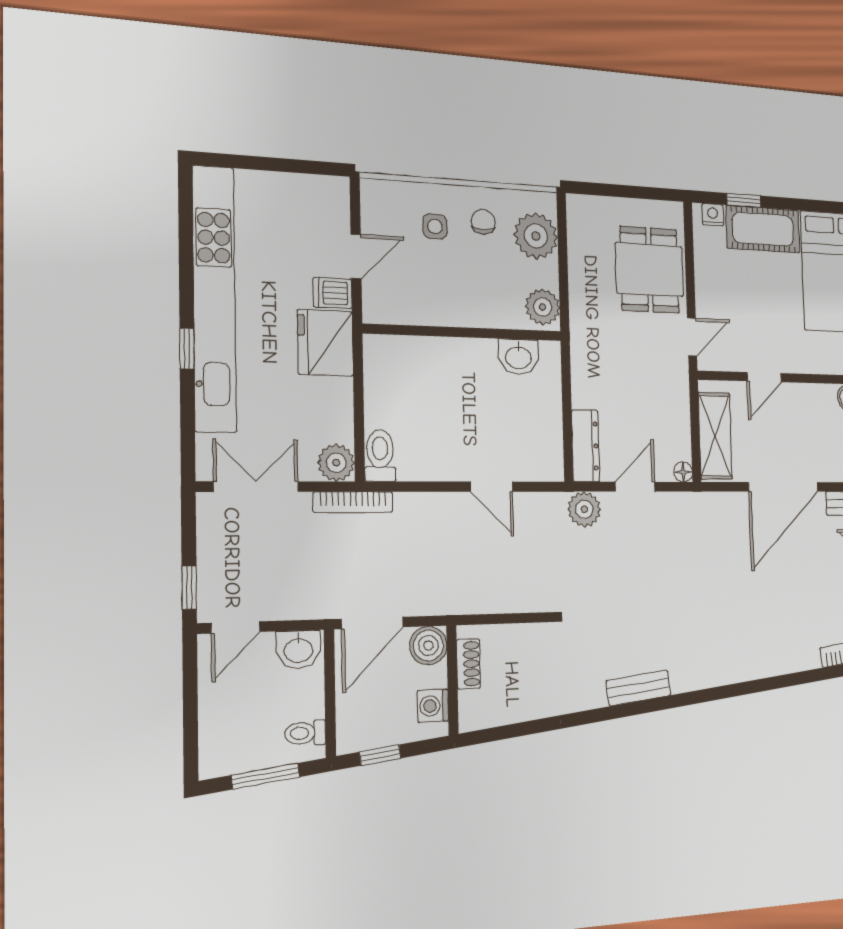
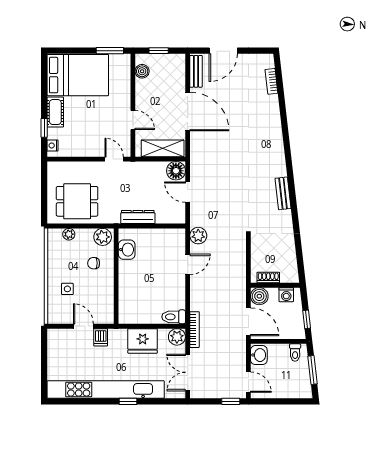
chair: (483, 222) -> (94, 263), moved
cot: (763, 229) -> (55, 112), width x0.73, depth x0.75
plant: (536, 236) -> (69, 234), width x0.53, depth x0.53
dining table: (649, 270) -> (77, 201), moved
fridge: (325, 343) -> (143, 341), moved
dresser: (586, 446) -> (138, 217), moved
floor lamp: (683, 472) -> (176, 171), width x1.89, depth x1.89
plant: (584, 509) -> (198, 236), moved

